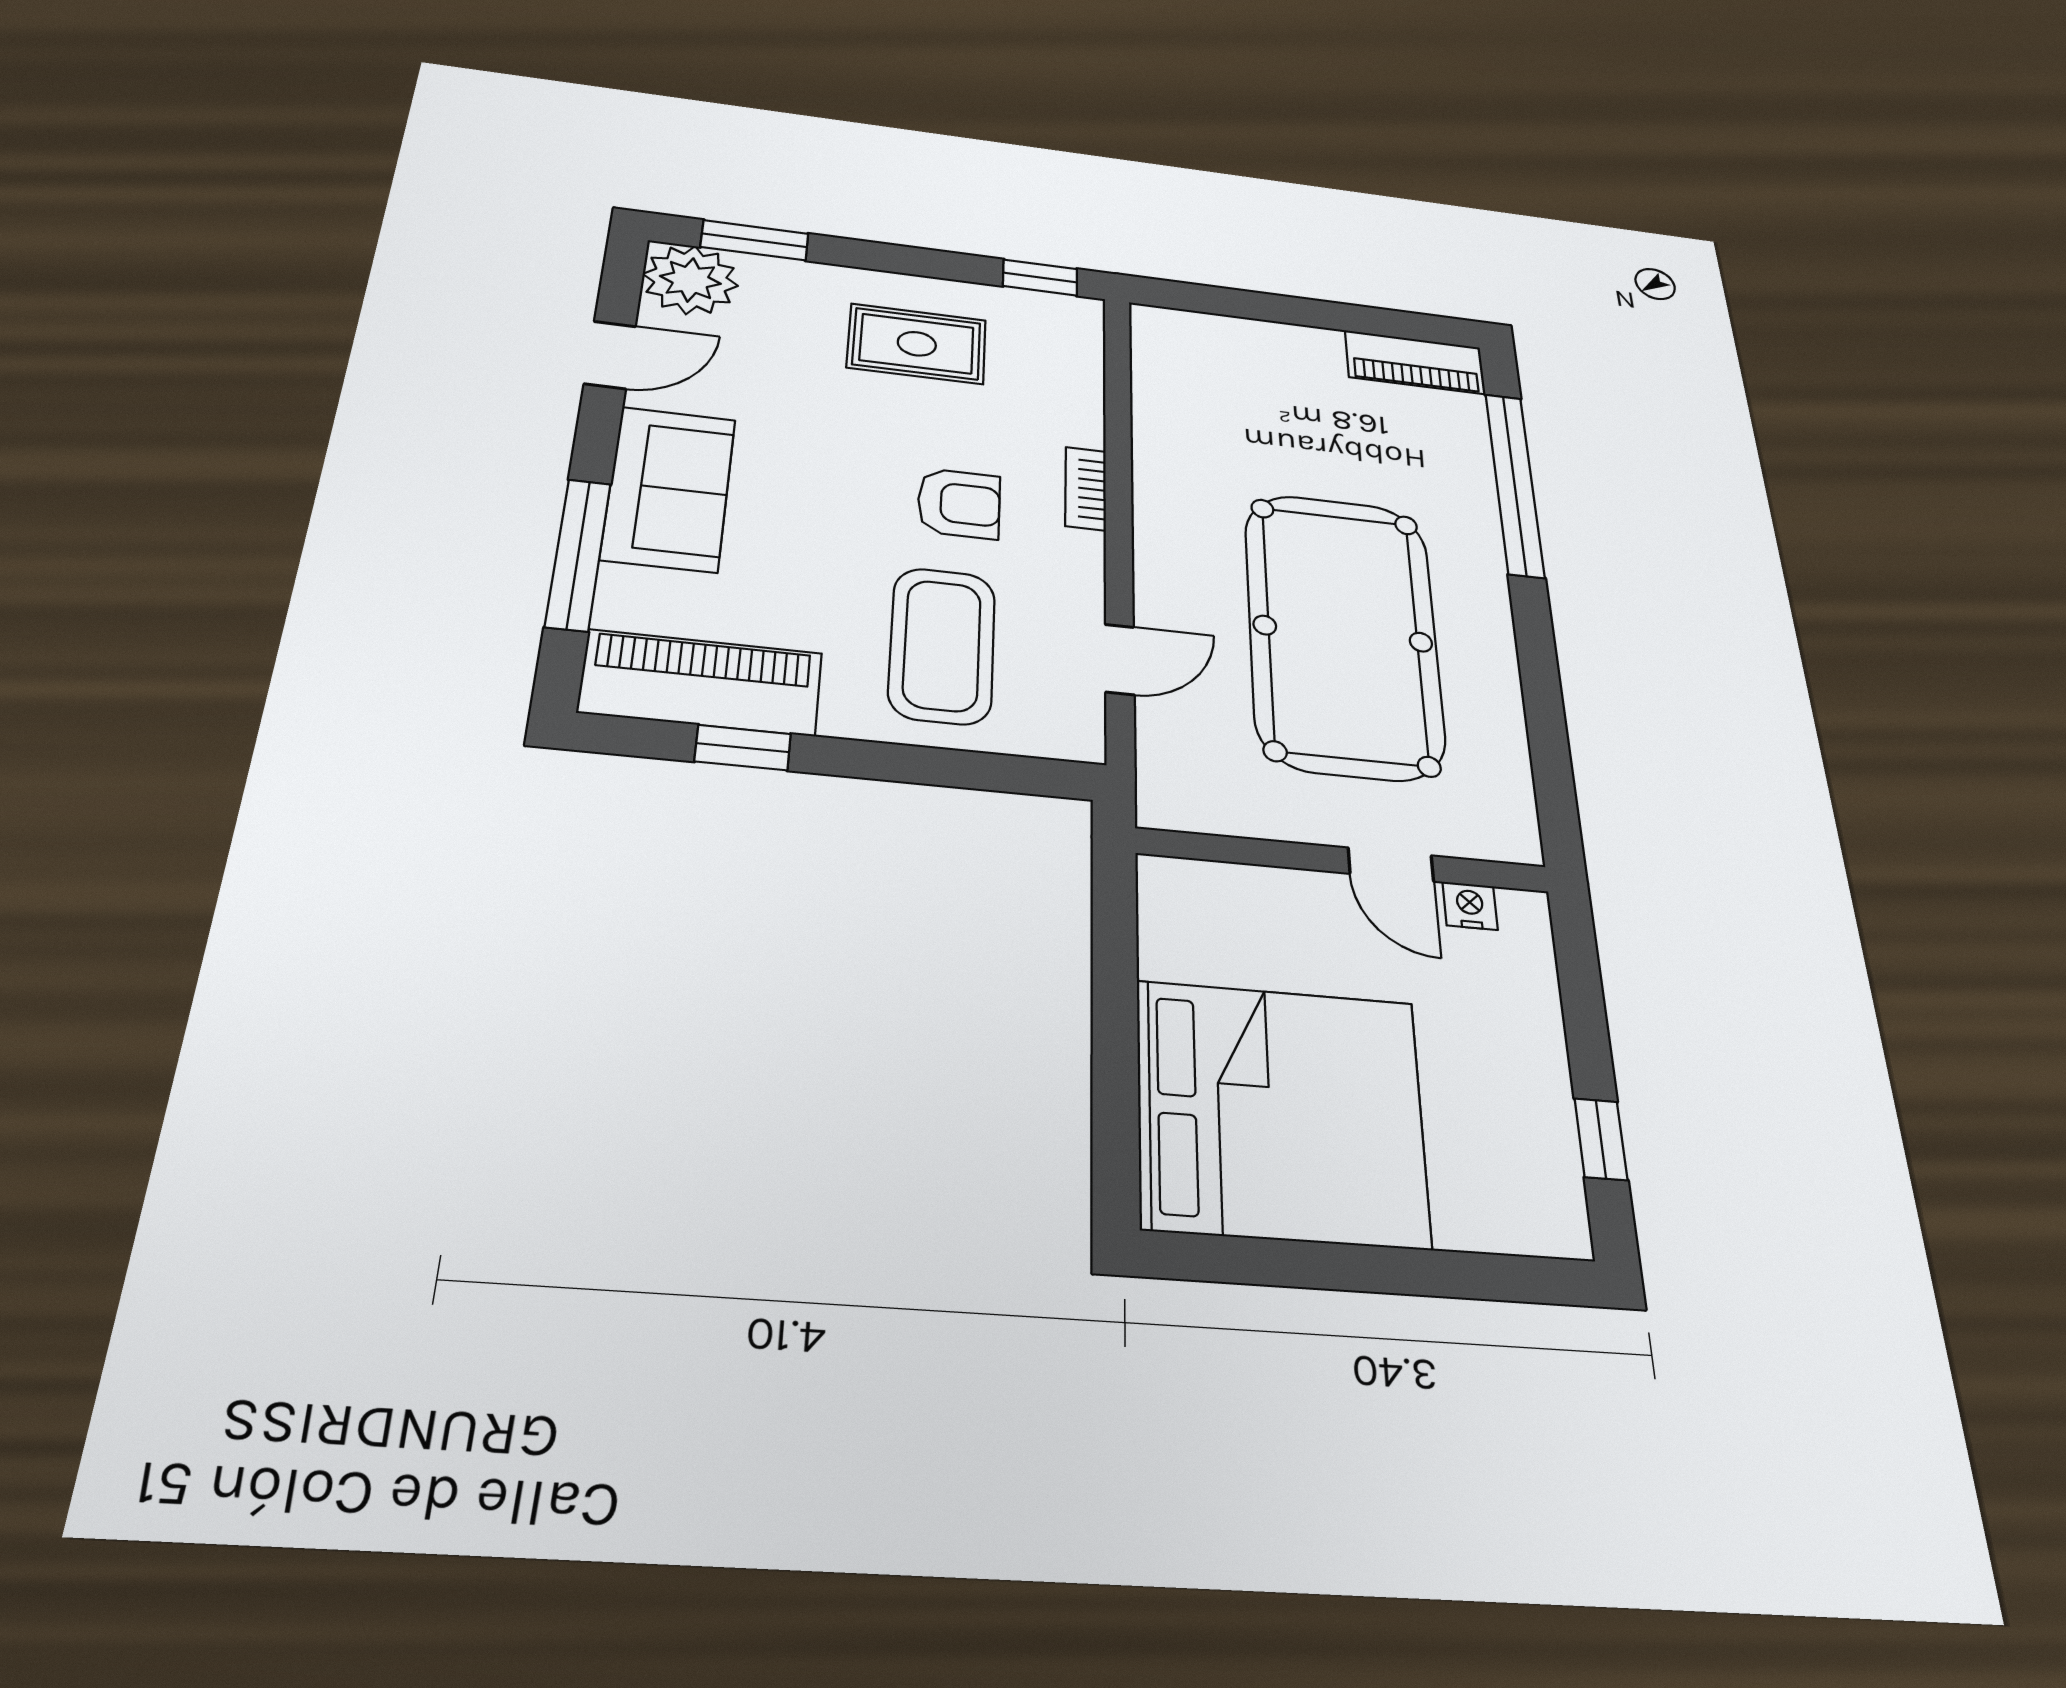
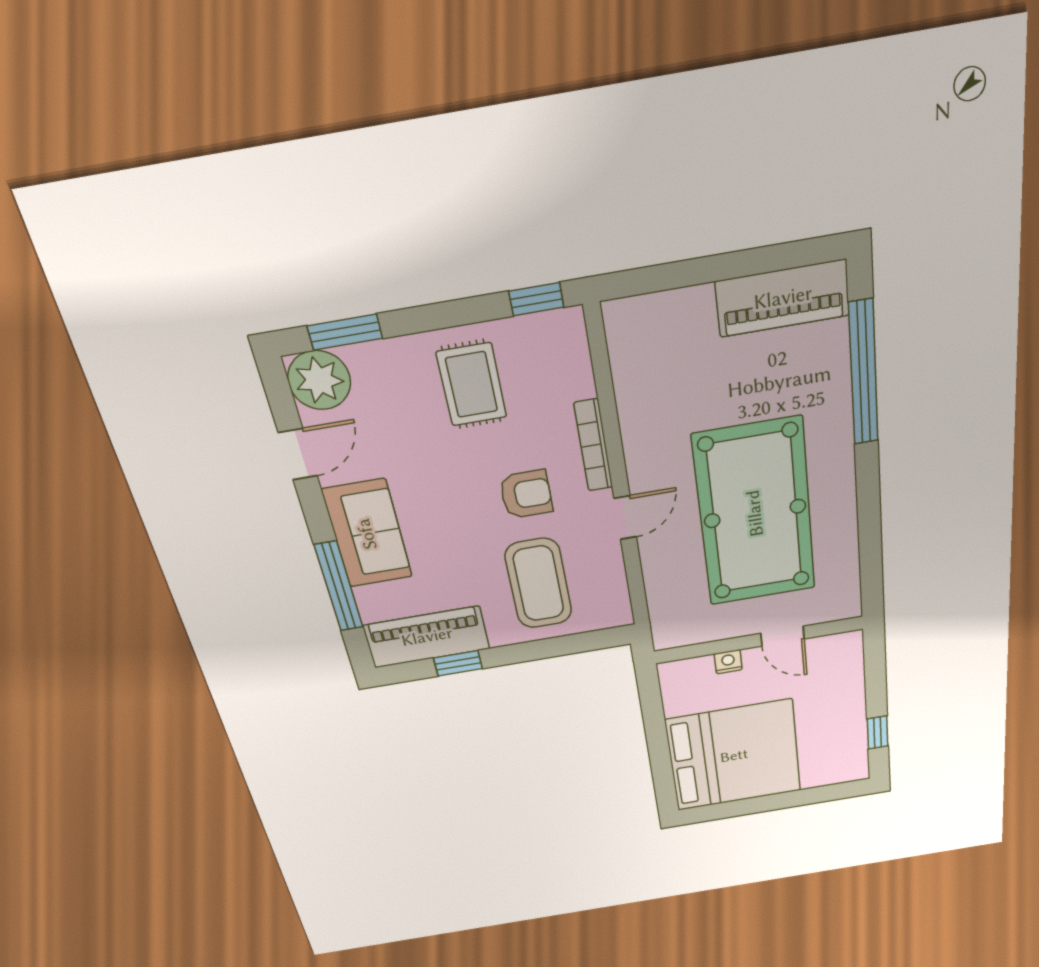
rug: (917, 344) -> (472, 385), turned 90
piano: (1415, 362) -> (783, 298), width x1.37, depth x1.33
bookcase: (1086, 489) -> (593, 445), width x1.56
door: (1120, 659) -> (625, 518), moved
nightstand: (1470, 906) -> (728, 662), moved

